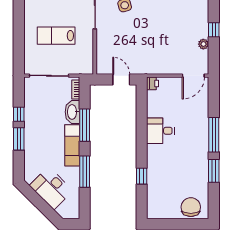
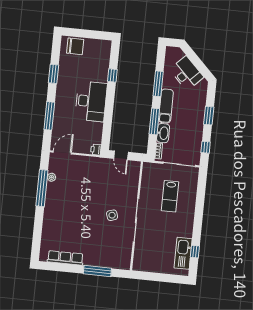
window: (214, 30) -> (42, 188), width x3.17
lab bench: (56, 36) -> (170, 196), turned 90
window: (19, 114) -> (206, 147), moved
desk: (160, 131) -> (91, 101), width x1.87, depth x1.30
window: (214, 135) -> (49, 116), moved
chair: (191, 207) -> (75, 46), turned -90

